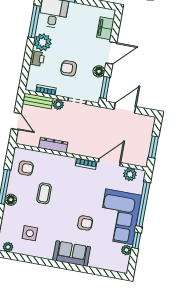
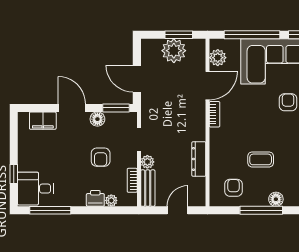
plant: (43, 42) -> (111, 200), moved, width x0.53, depth x0.53
plant: (142, 141) -> (174, 51), added
door: (109, 162) -> (208, 86), swing flipped

